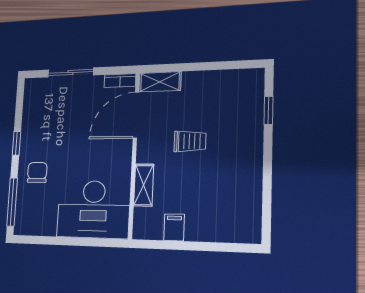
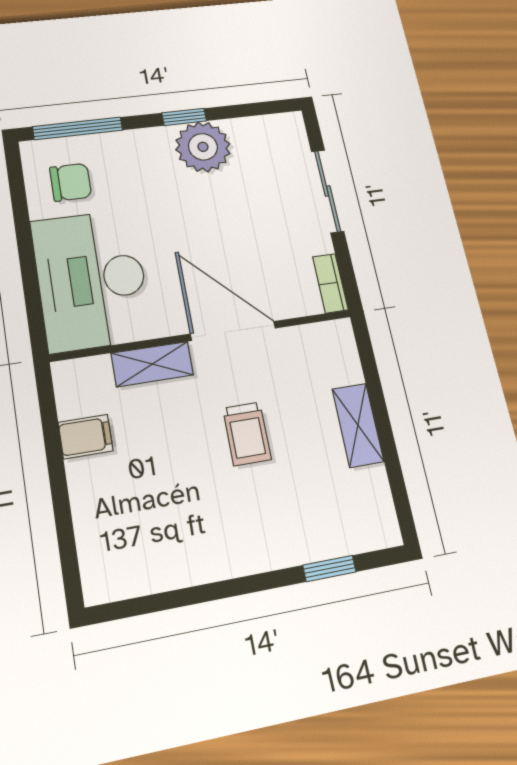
shelving: (160, 82) -> (358, 425), moved
door: (136, 115) -> (233, 331), moved
plant: (34, 136) -> (203, 147), added
chair: (37, 172) -> (71, 182), moved

